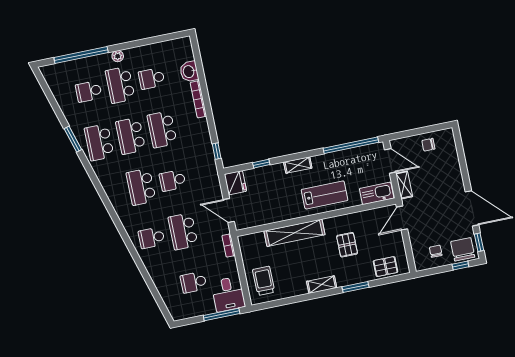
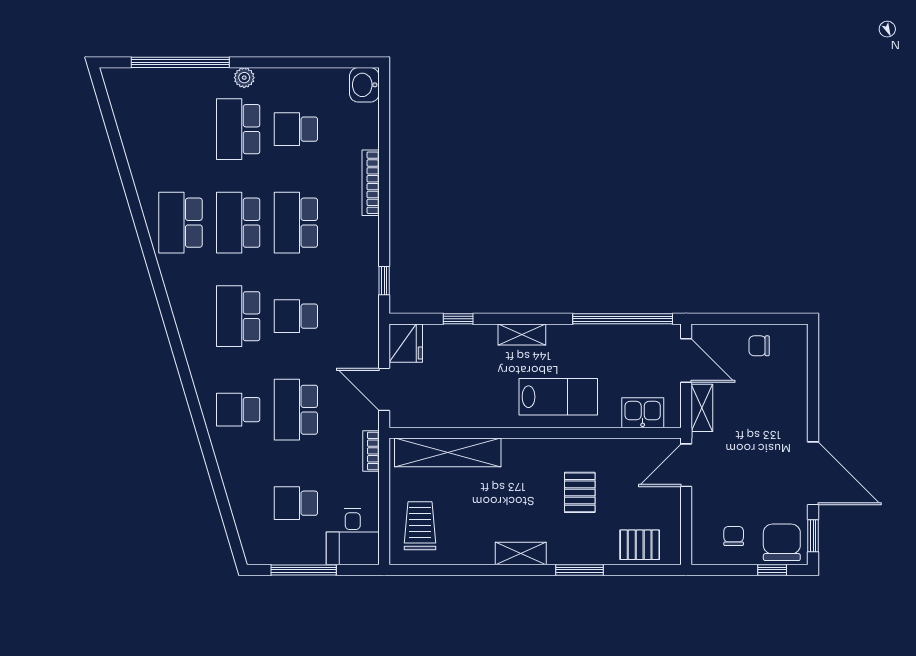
washbasin: (189, 71) -> (364, 85), moved
school desk: (89, 91) -> (180, 129), removed
window: (73, 139) -> (135, 208), removed
kitchen sink: (377, 193) -> (643, 413), width x0.73
shelving: (294, 233) -> (448, 452), moved
window: (222, 315) -> (304, 570), moved

